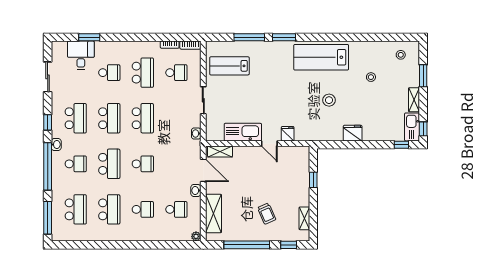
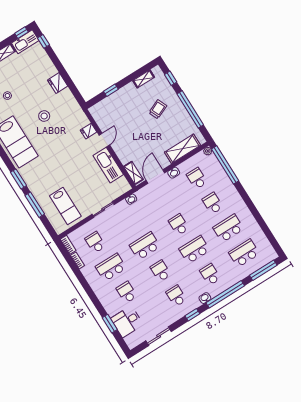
school desk: (76, 118) -> (176, 296), width x0.54
school desk: (109, 118) -> (161, 271), width x0.54
window: (172, 245) -> (225, 165), added

